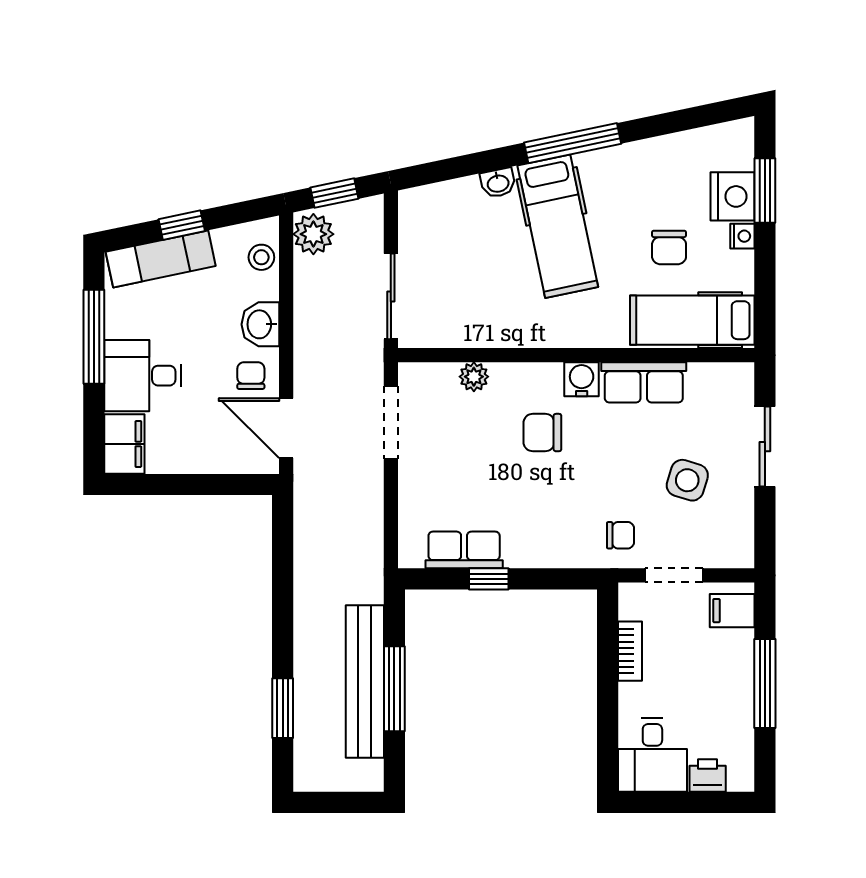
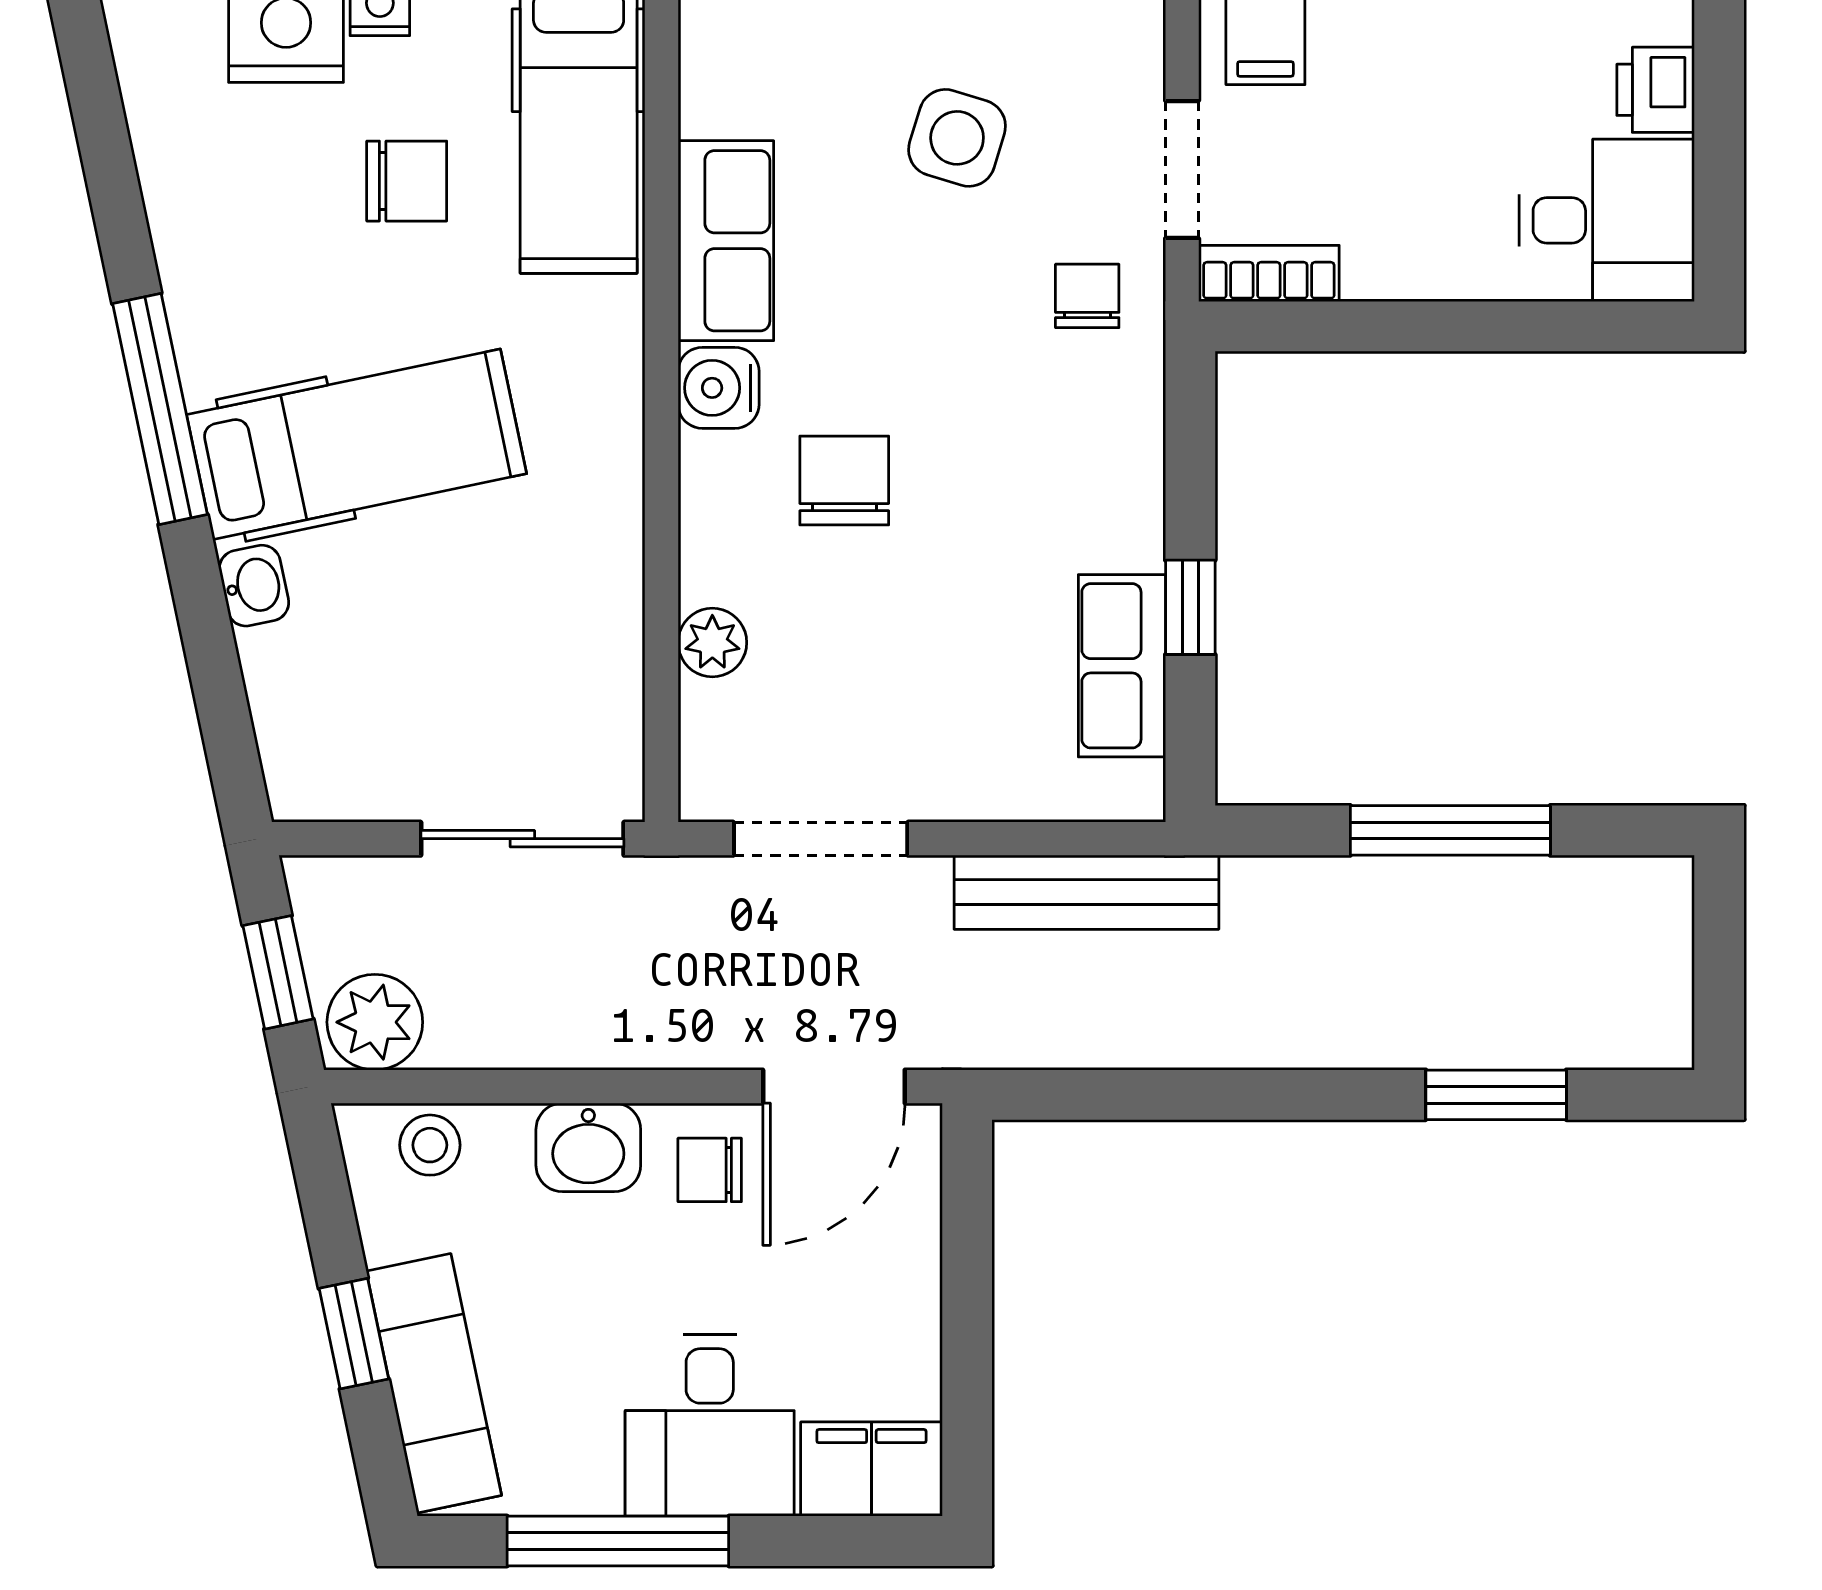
chair: (542, 433) -> (844, 480), turned 180
bookcase: (630, 651) -> (1269, 273), moved
bench: (365, 682) -> (1086, 892), moved, width x0.73, depth x0.82

